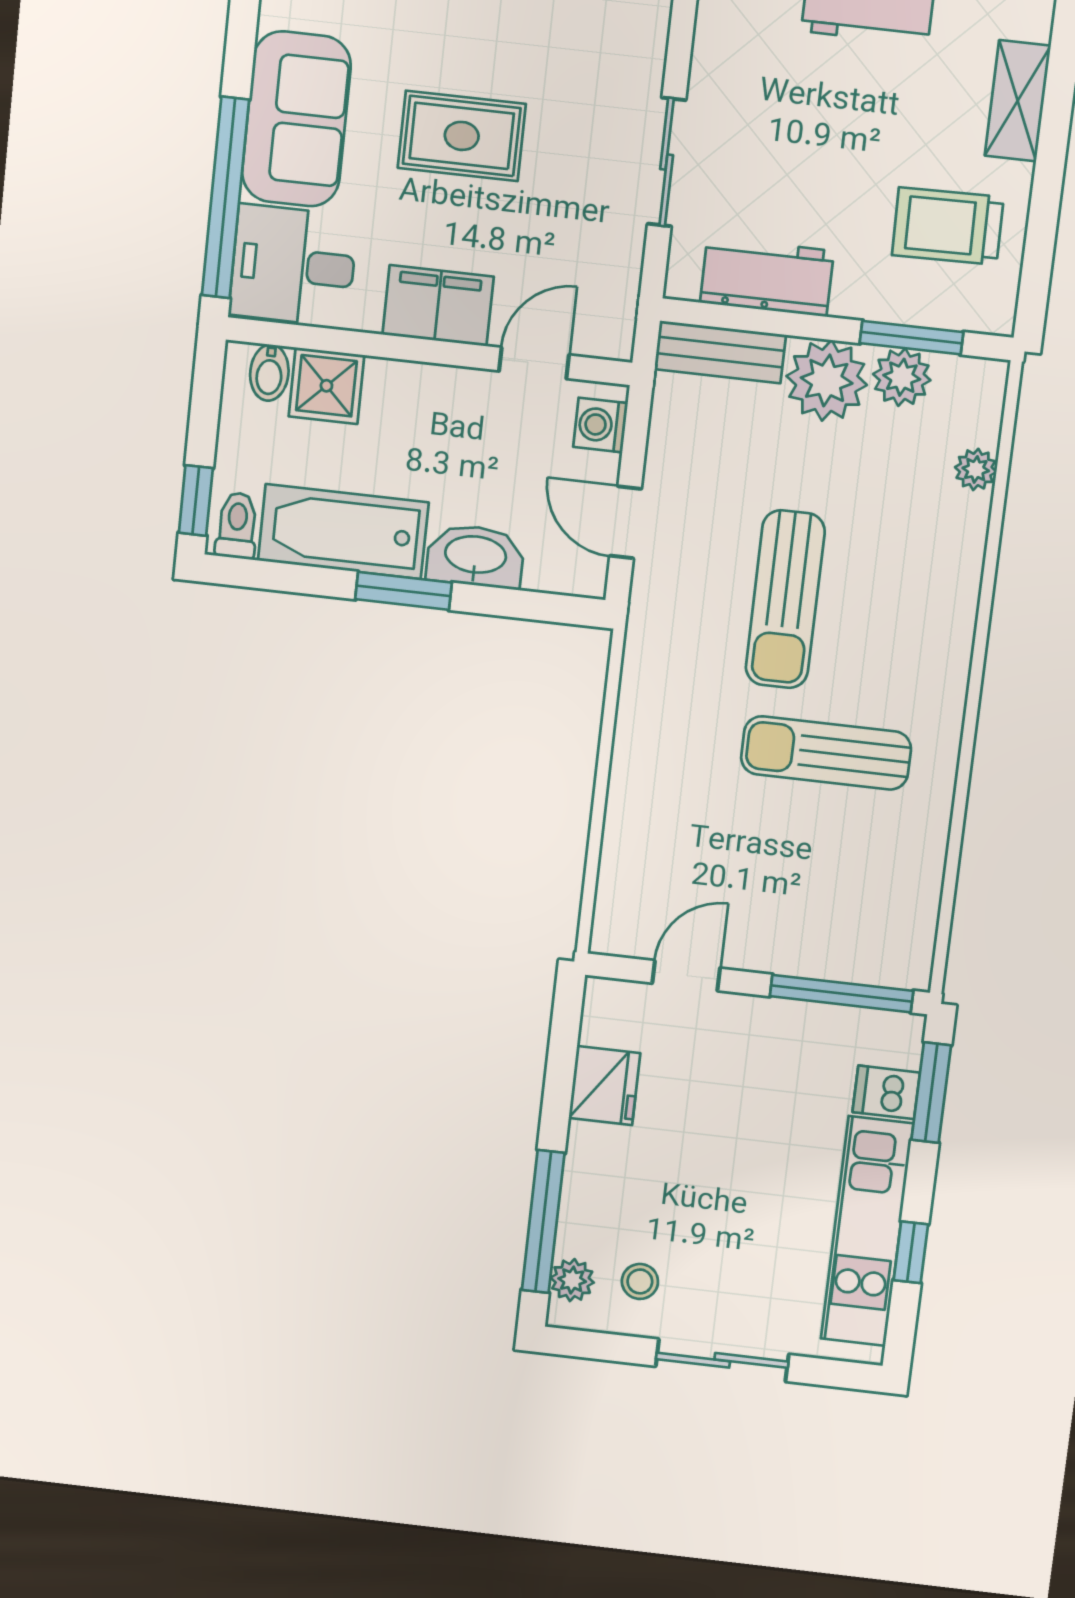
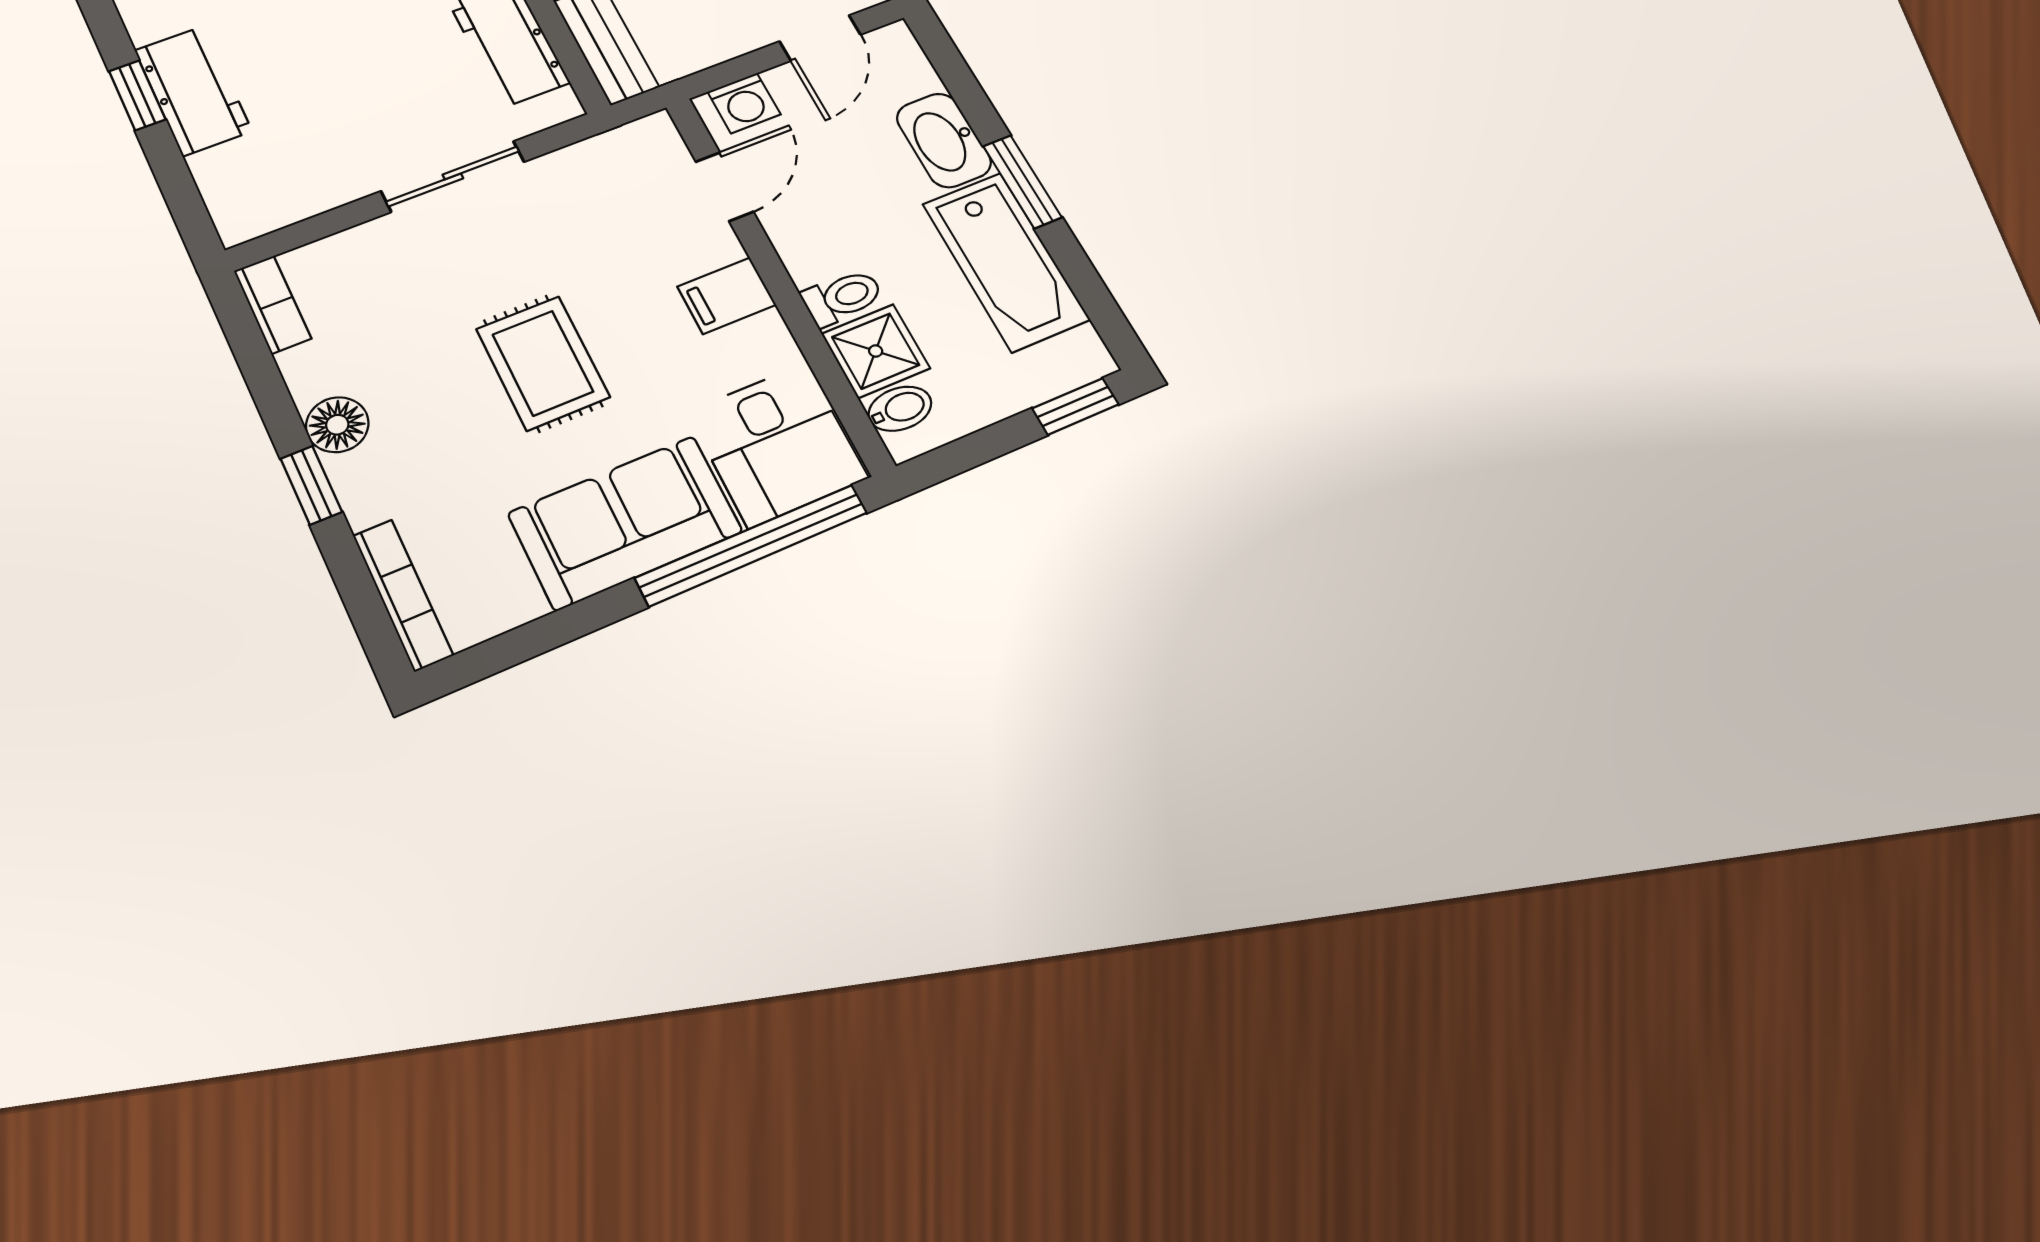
filing cabinet: (438, 306) -> (727, 296), width x0.50
door: (534, 363) -> (724, 187), swing flipped
toilet: (237, 526) -> (842, 297), moved, turned 180

